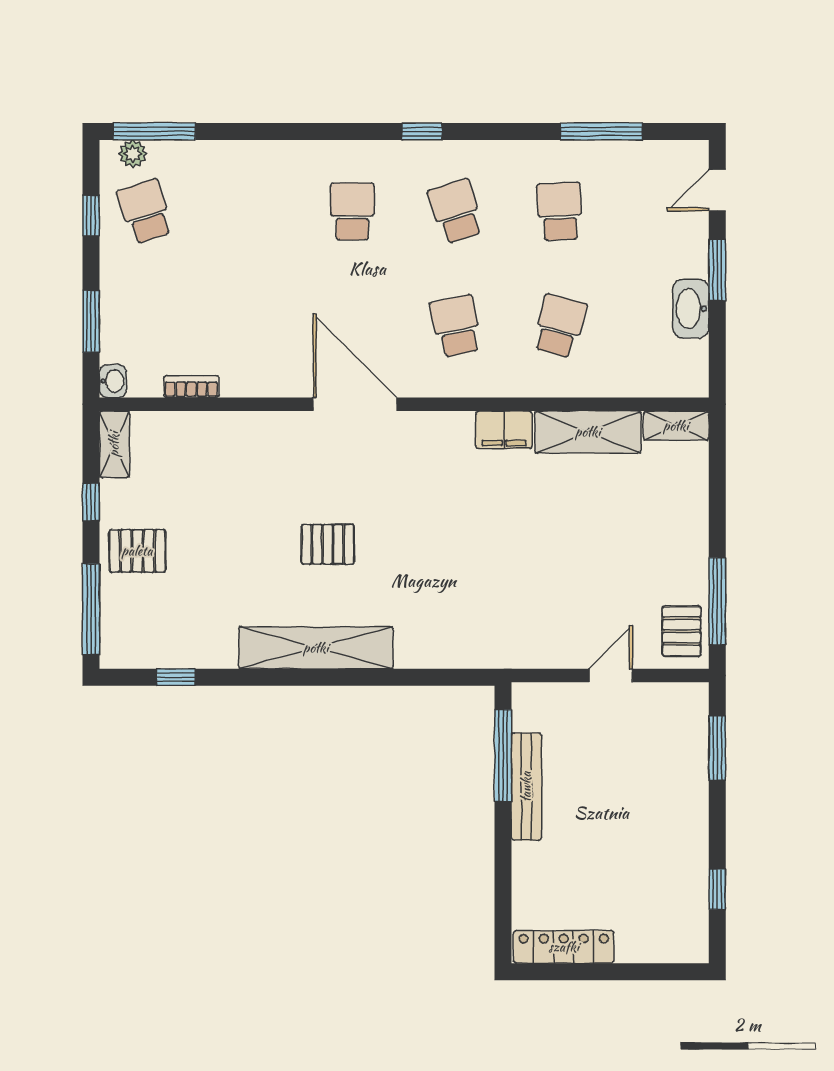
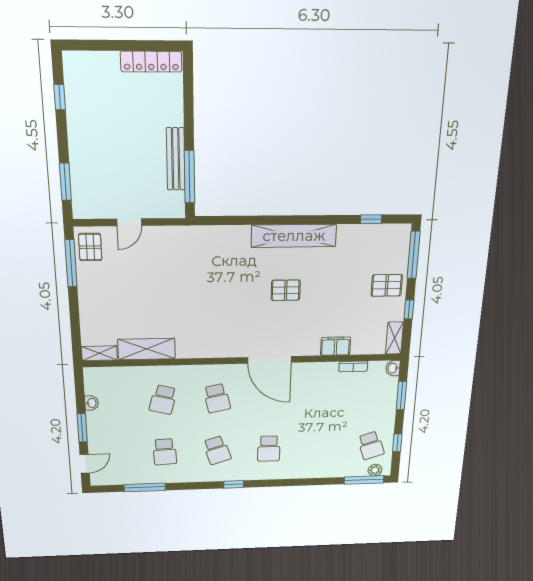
washbasin: (691, 309) -> (92, 403), width x0.52, depth x0.69
filing cabinet: (504, 430) -> (336, 346), moved

